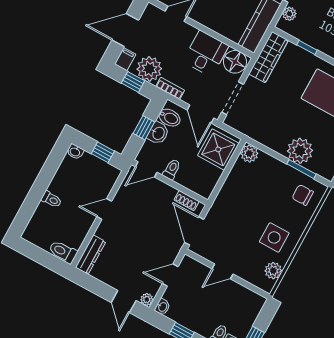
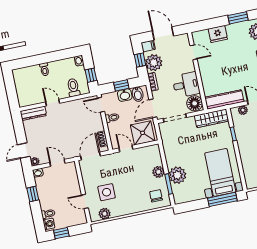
plant: (249, 154) -> (158, 172), moved
door: (220, 184) -> (126, 149), added
door: (104, 209) -> (53, 103), moved
side table: (274, 237) -> (107, 192), moved
toilet: (63, 252) -> (73, 87), moved
door: (223, 271) -> (85, 201), moved

